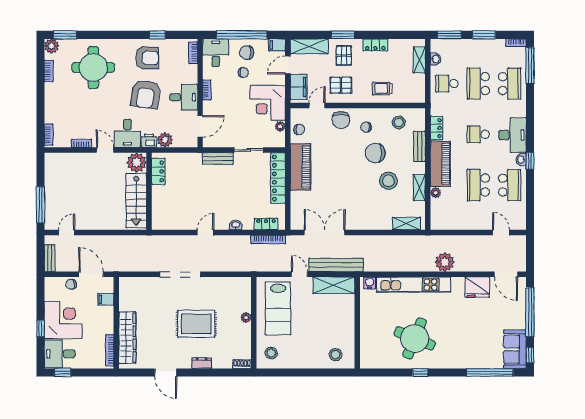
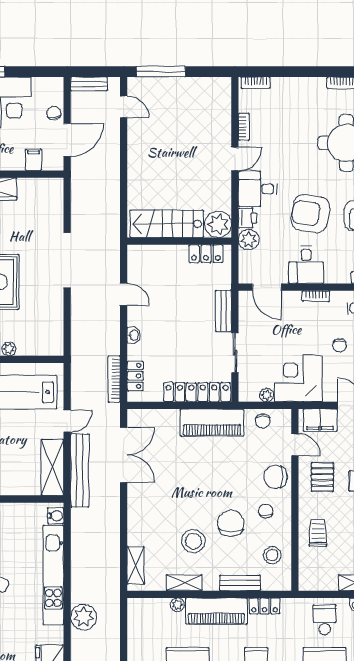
plant: (137, 162) -> (218, 224), moved
locker: (158, 171) -> (206, 254), moved
wall: (149, 191) -> (179, 241), moved
stairs: (136, 201) -> (167, 224), moved

